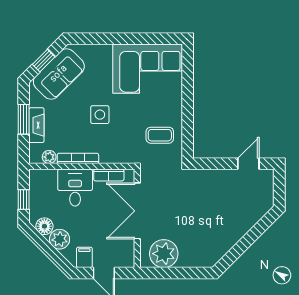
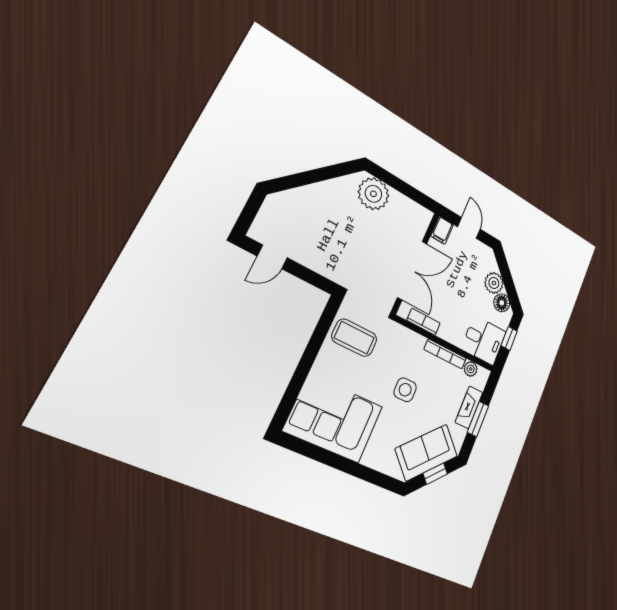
coffee table: (160, 135) -> (354, 338), width x1.36, depth x1.30
desk: (75, 188) -> (484, 340), moved, turned -90
plant: (164, 254) -> (373, 194), moved
filing cabinet: (84, 257) -> (442, 230), moved

